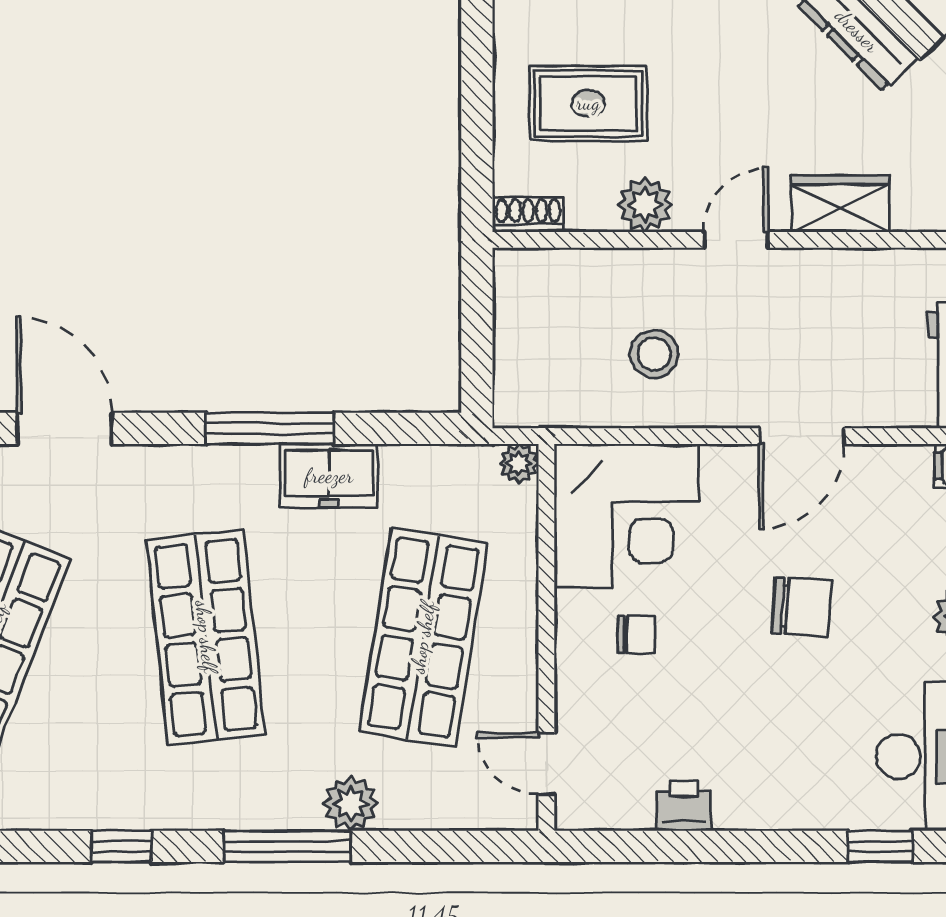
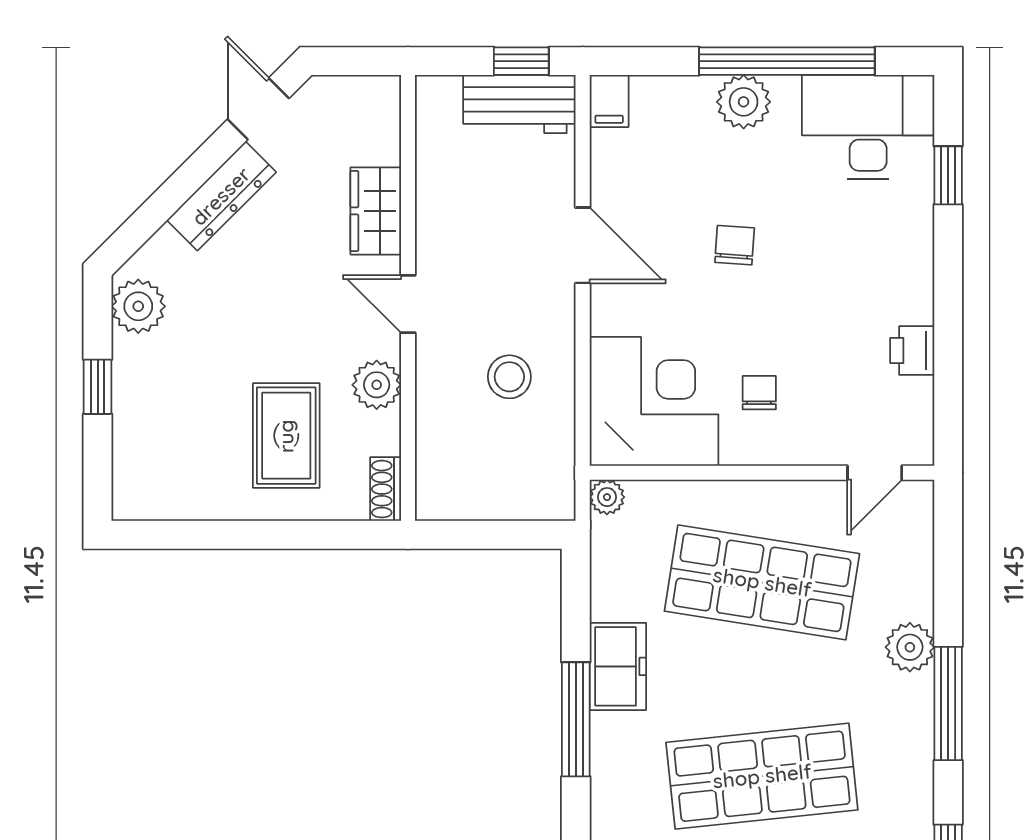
chair: (802, 607) -> (735, 245), width x0.73, depth x0.73

